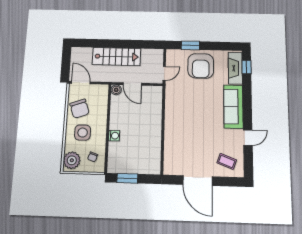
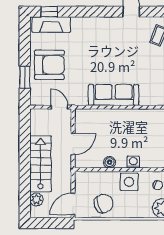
plant: (87, 53) -> (36, 200), added
boiler: (116, 90) -> (110, 162), moved
sofa: (233, 107) -> (114, 95), moved, turned 180
side table: (83, 133) -> (129, 182), moved

